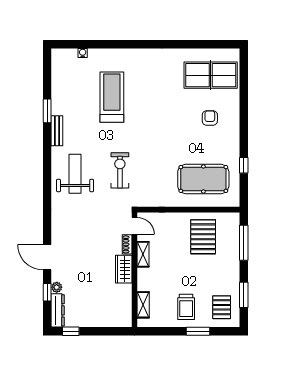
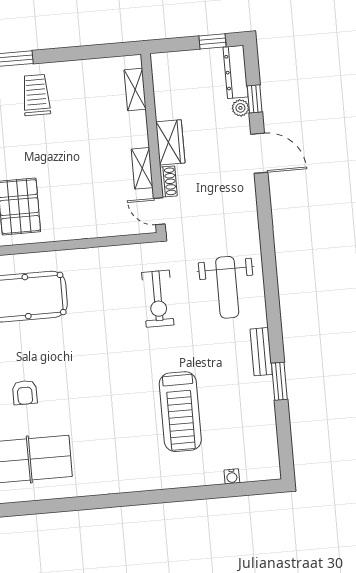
door: (135, 226) -> (159, 211), moved
shoe rack: (127, 244) -> (168, 181), moved
shelving: (143, 254) -> (142, 168), moved
wardrobe: (124, 269) -> (170, 142), moved
wall: (135, 270) -> (153, 143), moved
shelving: (143, 305) -> (135, 90), moved

